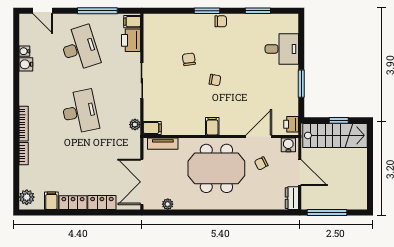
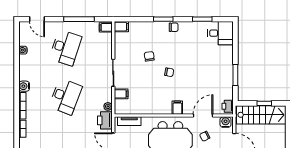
filing cabinet: (153, 21) -> (121, 27), added
printer: (131, 40) -> (105, 120), moved
desk: (80, 48) -> (66, 48), turned 36
desk: (282, 49) -> (221, 33), moved
water cooler: (26, 64) -> (24, 86), moved
desk: (80, 112) -> (66, 97), turned 33
filing cabinet: (212, 126) -> (177, 108), moved
filing cabinet: (152, 128) -> (121, 94), moved

